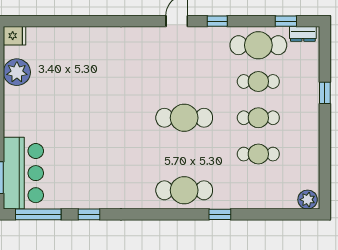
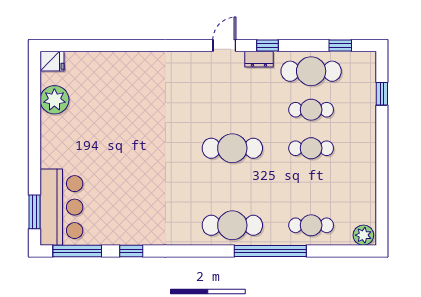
dresser: (303, 34) -> (259, 59), moved
window: (325, 93) -> (382, 94), moved
cafe table: (258, 154) -> (311, 225), moved
window: (220, 214) -> (270, 251), width x3.17

